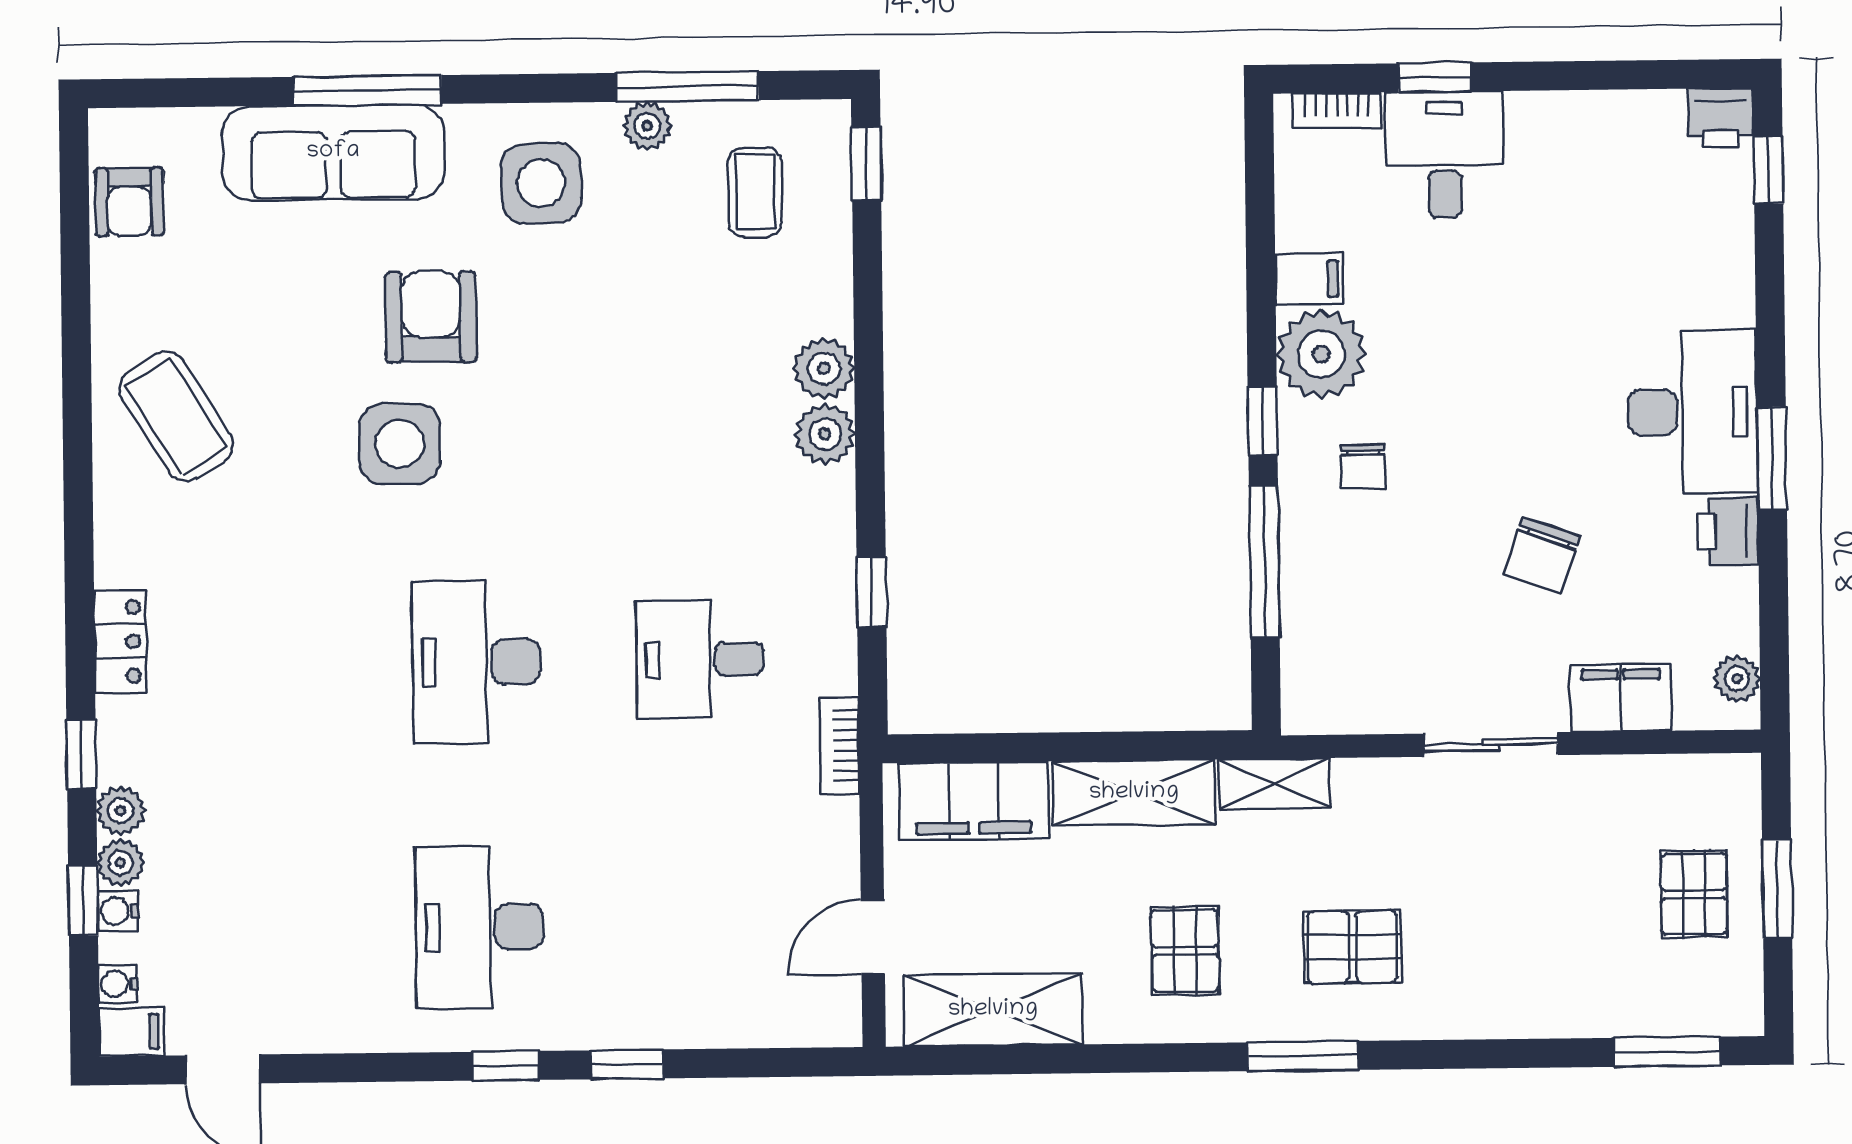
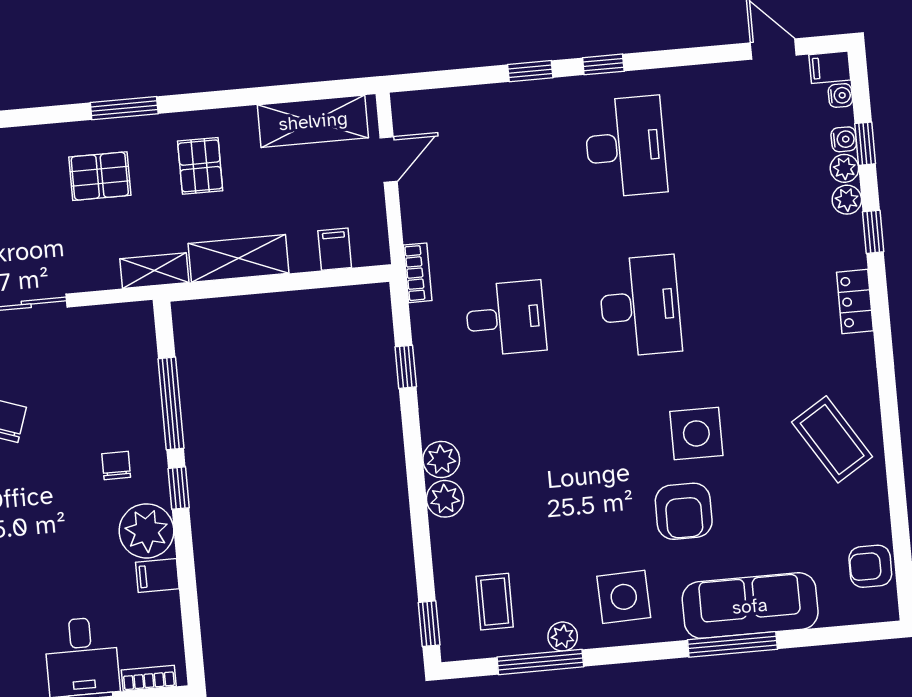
armchair: (129, 202) -> (870, 566), turned -90
filing cabinet: (974, 801) -> (335, 249), width x0.33, depth x0.86

